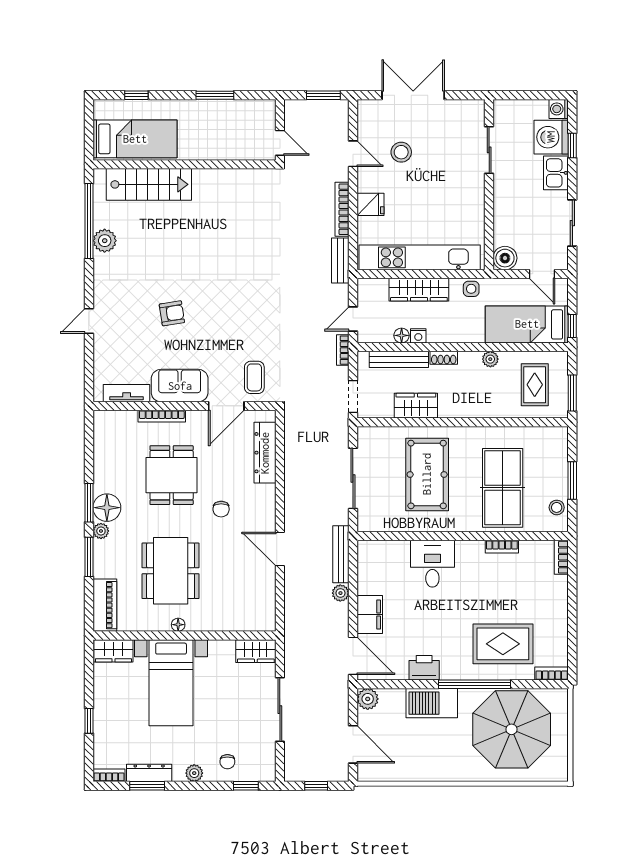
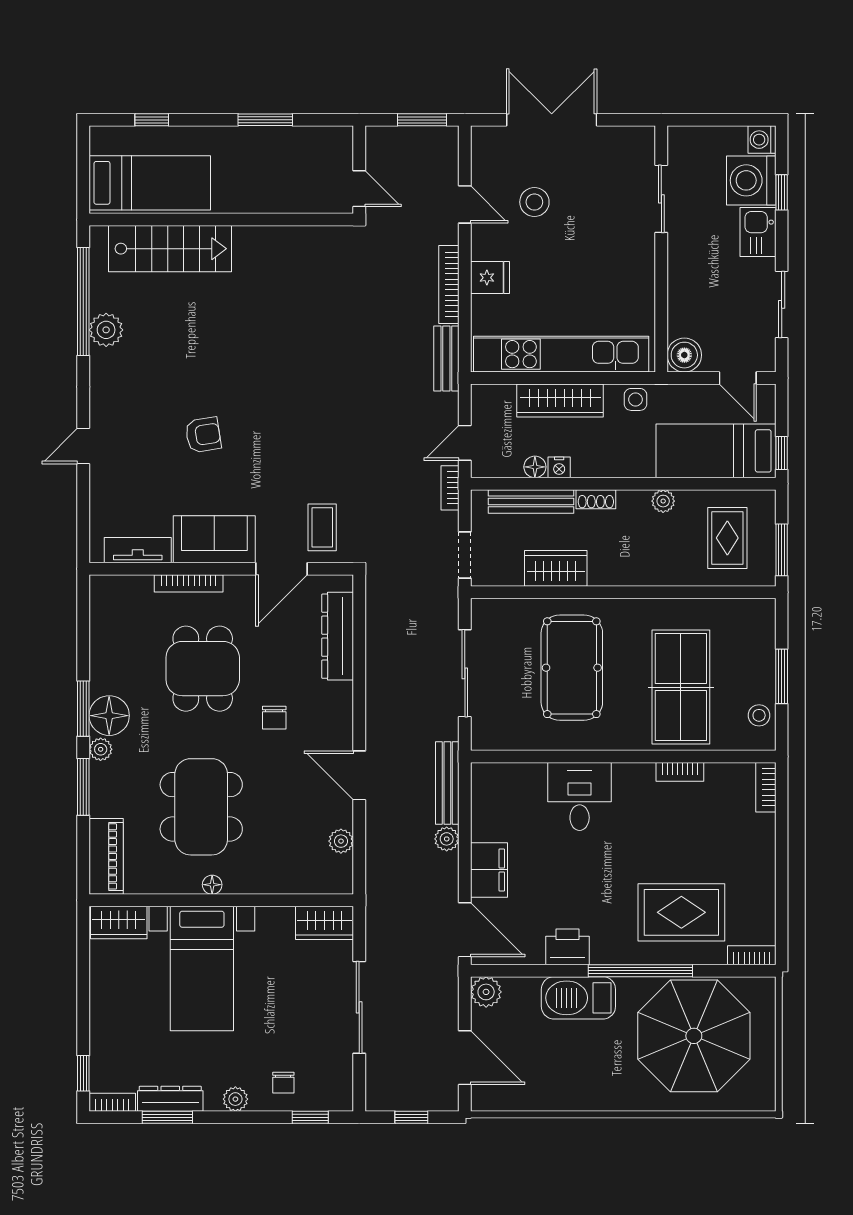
plant: (267, 595) -> (341, 841), added
window: (89, 721) -> (83, 1073), moved

